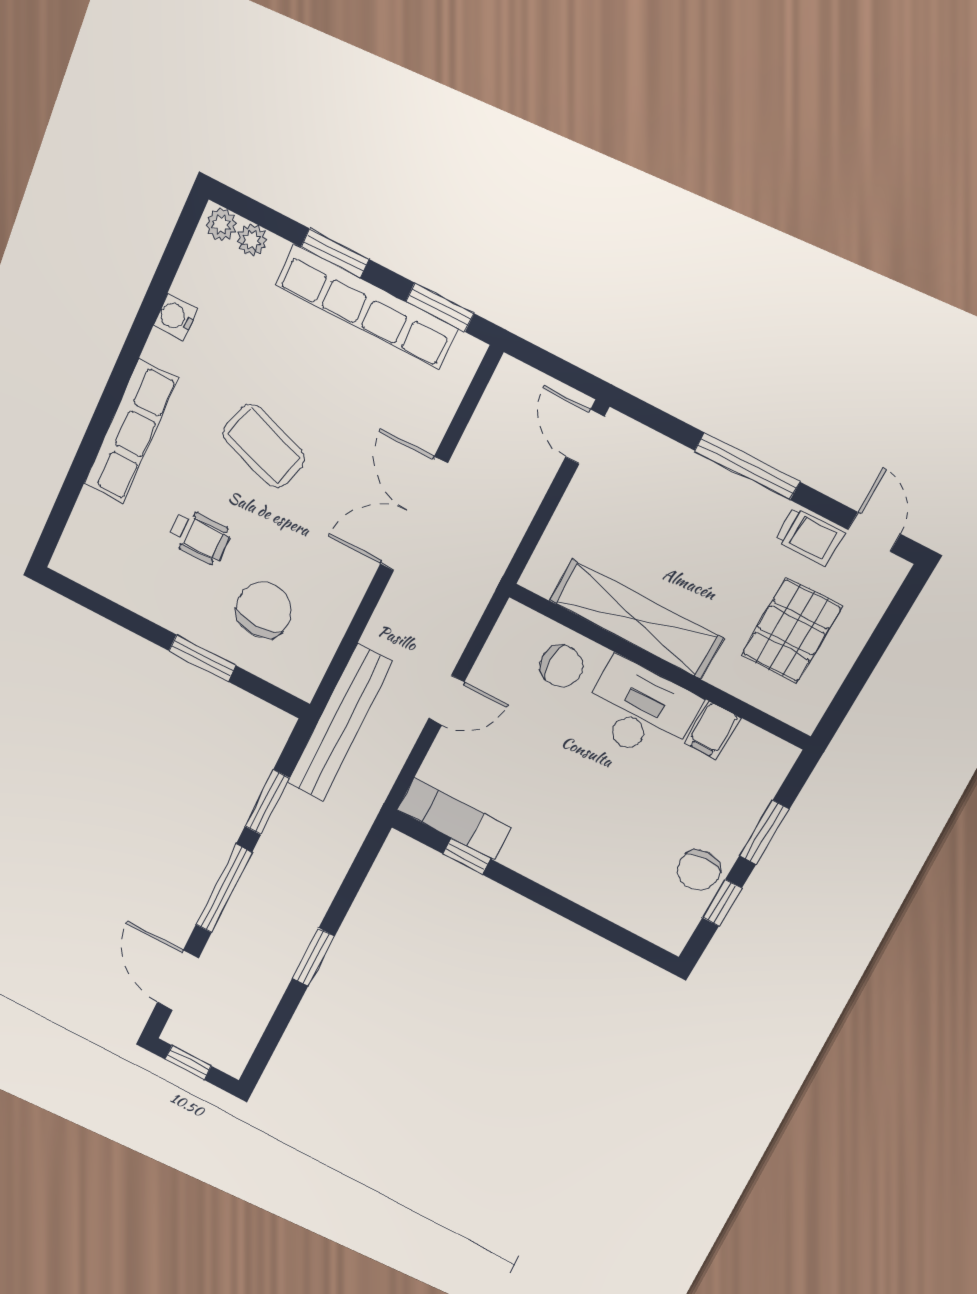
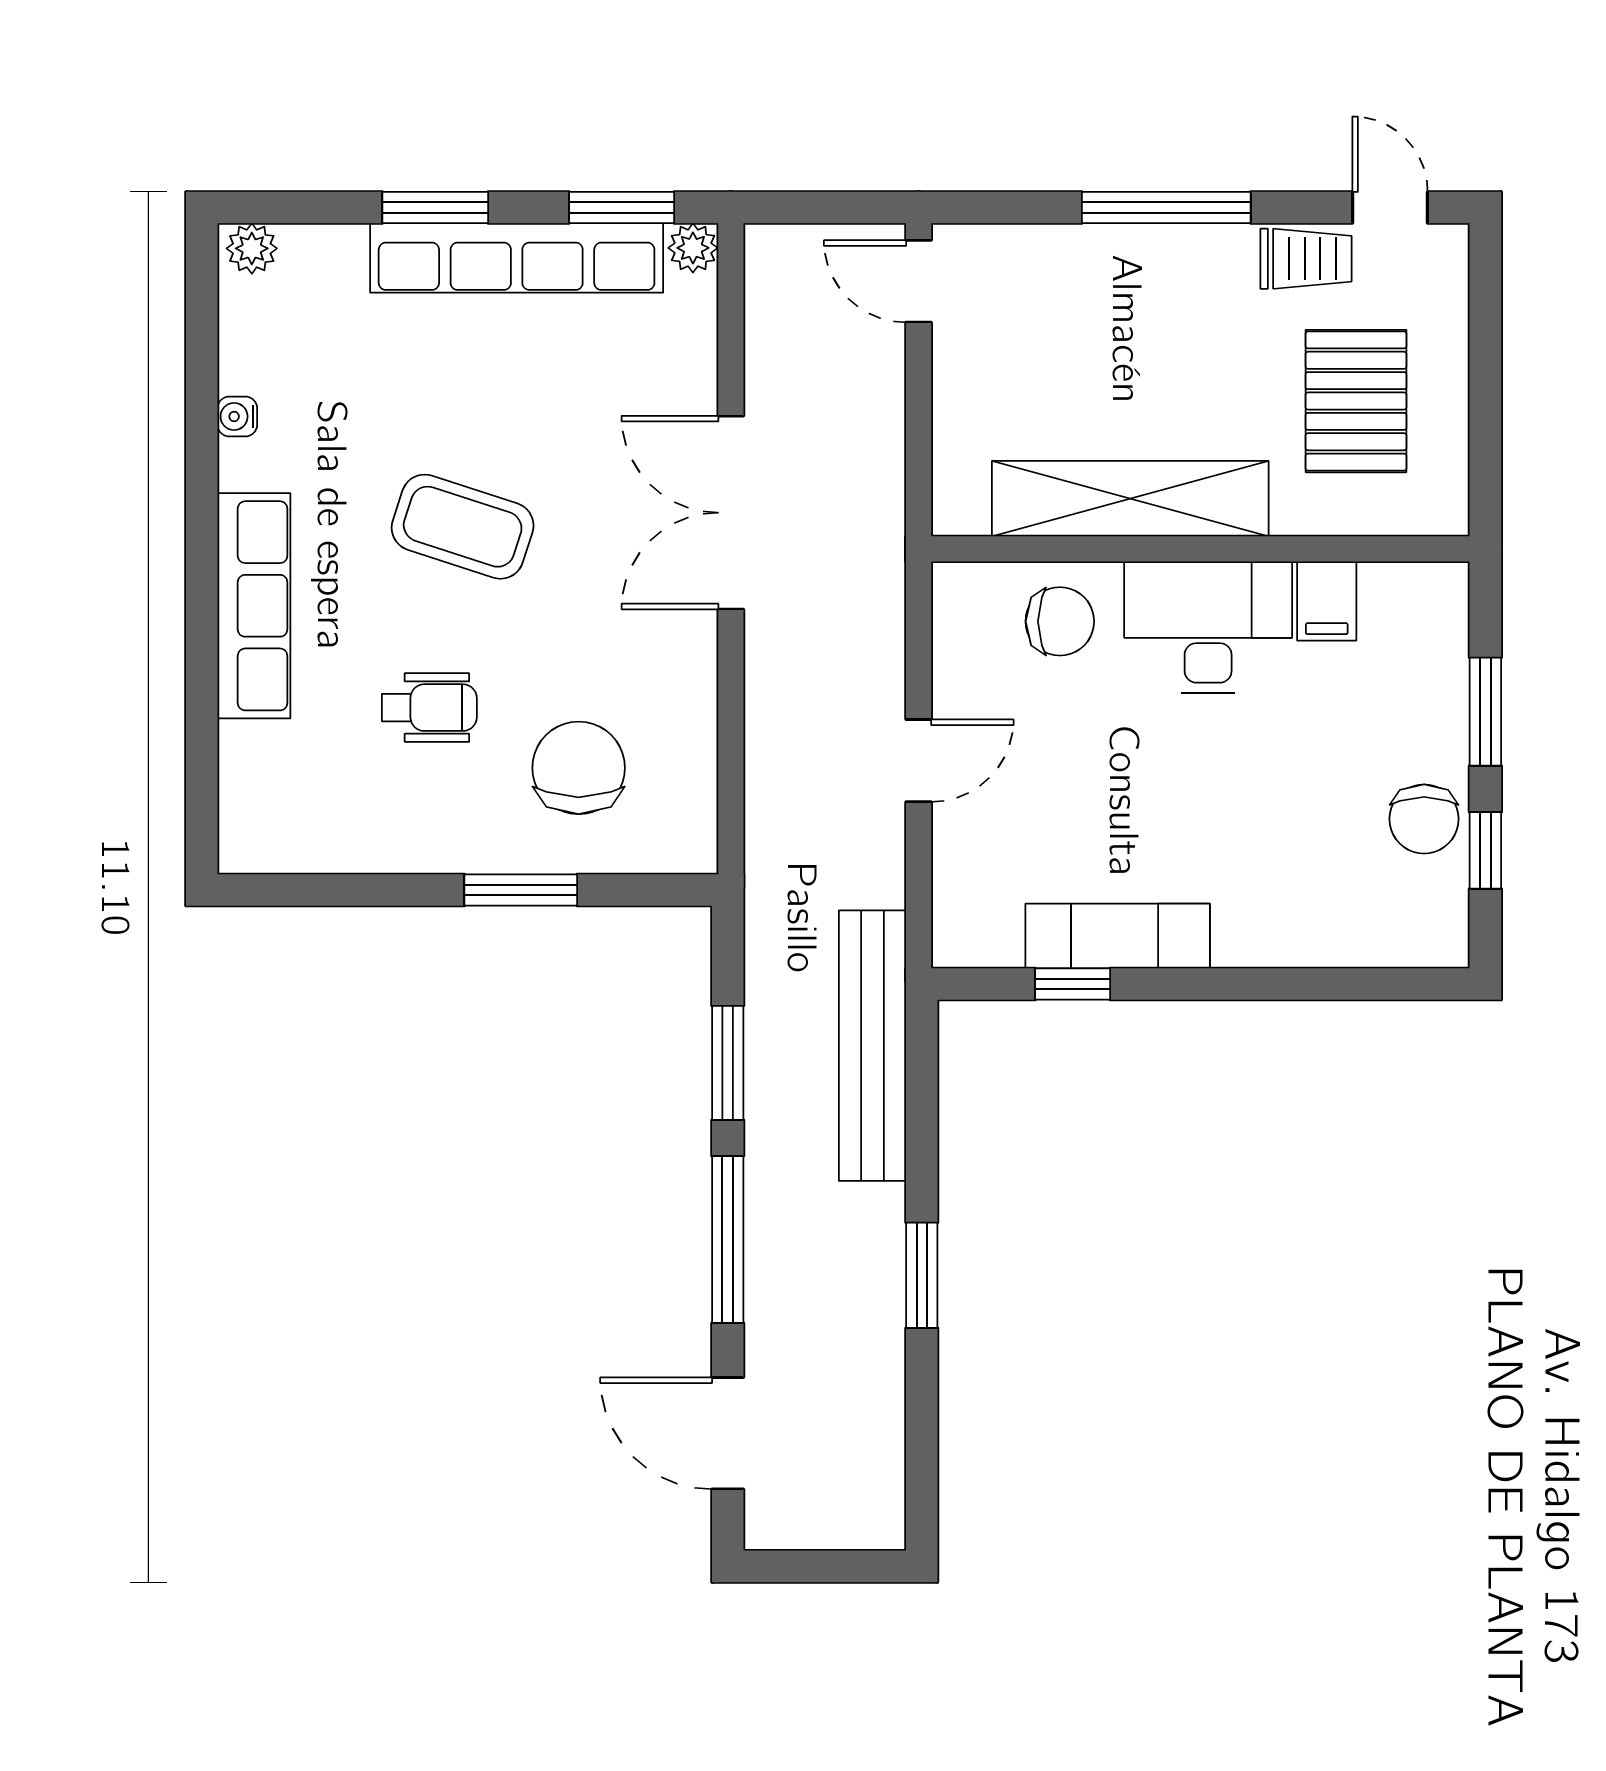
plant: (252, 240) -> (693, 248), moved
water cooler: (175, 317) -> (237, 416), width x0.72, depth x0.72
bench: (339, 723) -> (872, 1046), moved
exam couch: (454, 819) -> (1118, 936), moved
window: (188, 1063) -> (811, 1566), removed

